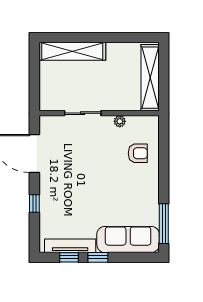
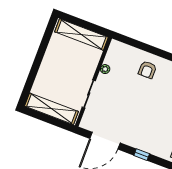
shelving: (72, 51) -> (51, 109), moved, turned 90
armchair: (138, 153) -> (147, 70), moved, turned 180

